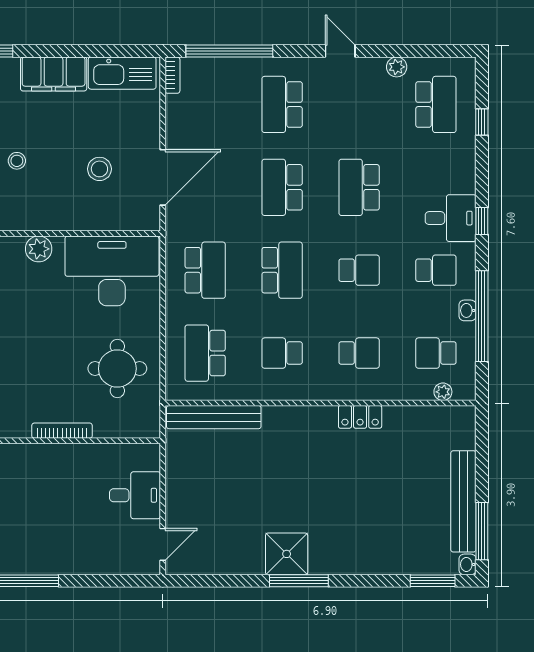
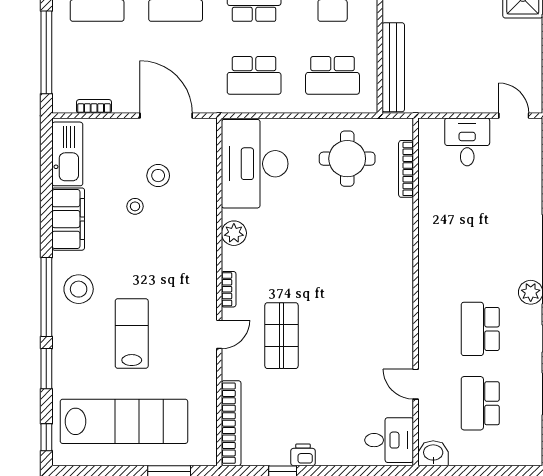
bookcase: (172, 75) -> (94, 106), moved
stool: (17, 161) -> (135, 206), moved
school desk: (205, 270) -> (254, 75), turned 180
bookcase: (62, 431) -> (406, 169), moved

